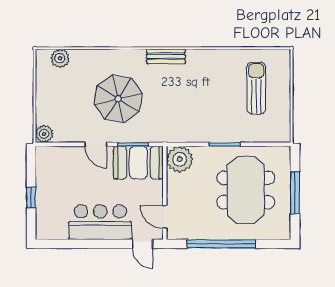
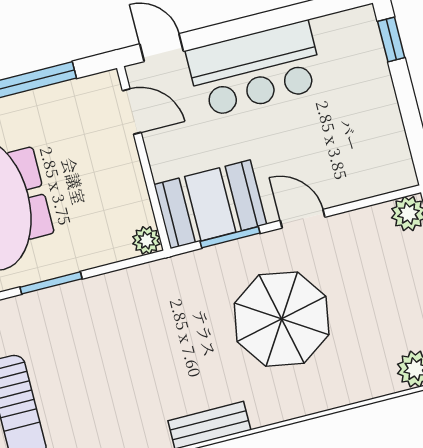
plant: (180, 159) -> (146, 240), width x0.53, depth x0.53
window: (31, 197) -> (391, 40), moved

